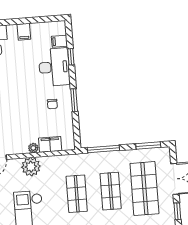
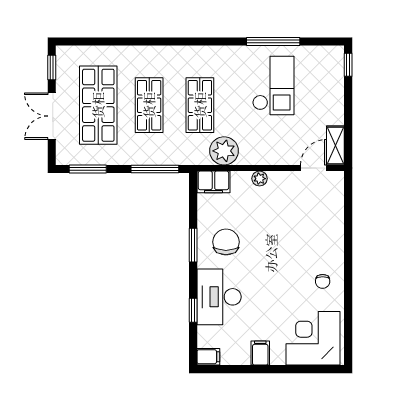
filing cabinet: (59, 41) -> (208, 357), moved
chair: (52, 104) -> (226, 242), width x1.87, depth x1.87
filing cabinet: (50, 144) -> (213, 182), moved
plant: (31, 167) -> (224, 151), moved

